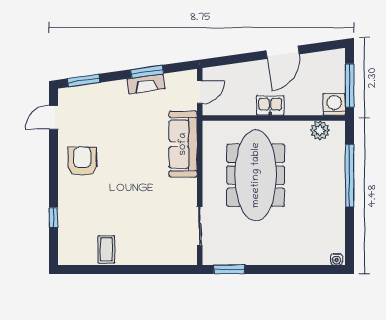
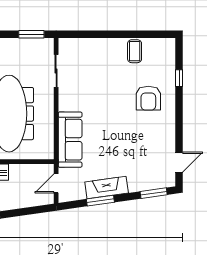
fireplace: (146, 84) -> (107, 187), width x1.37, depth x1.32
armchair: (82, 161) -> (148, 98), moved

